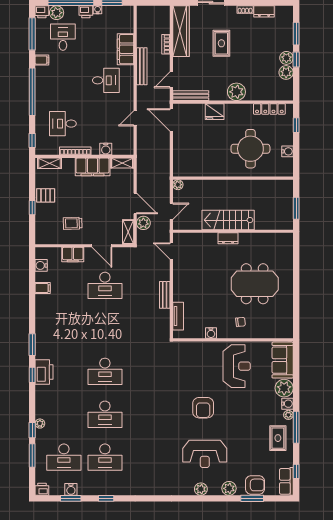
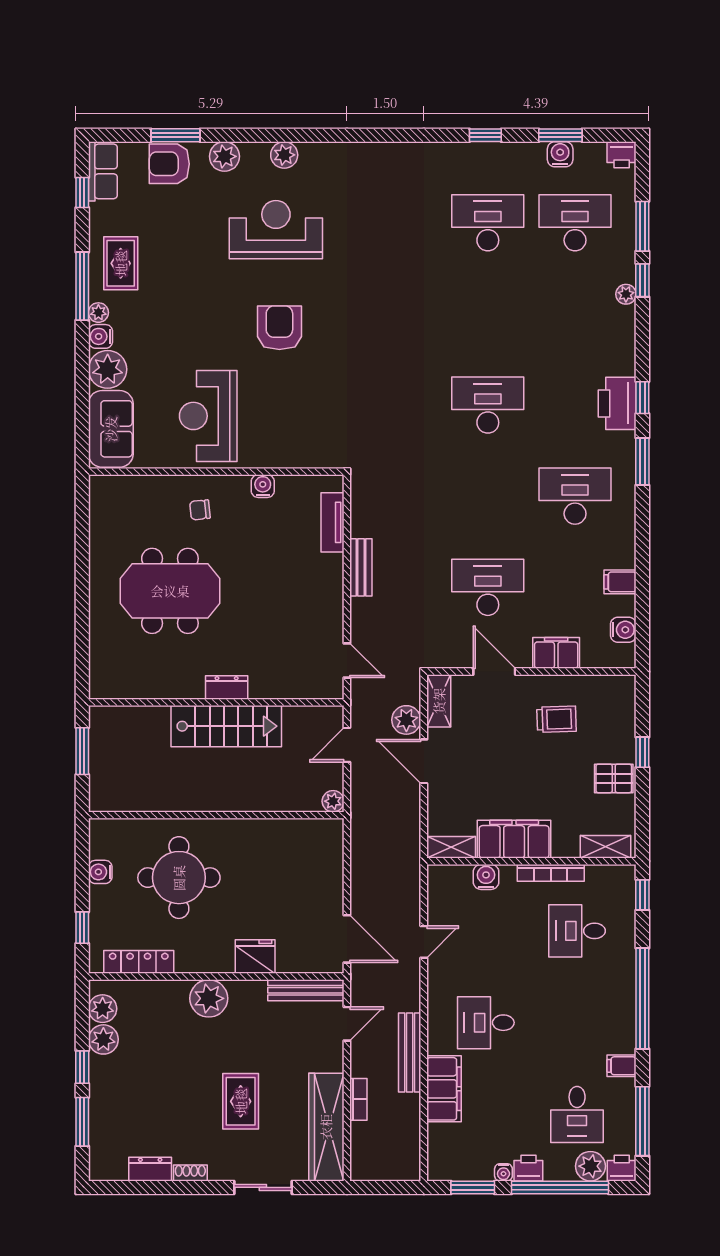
plant: (286, 58) -> (103, 1009), moved
desk: (63, 124) -> (577, 931), turned 180
desk: (105, 414) -> (575, 496), moved

